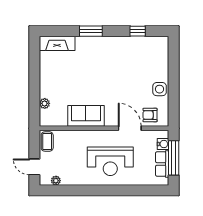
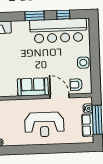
window: (91, 31) -> (35, 16), moved
bar counter: (131, 50) -> (58, 31), added
sofa: (86, 116) -> (33, 87), moved

